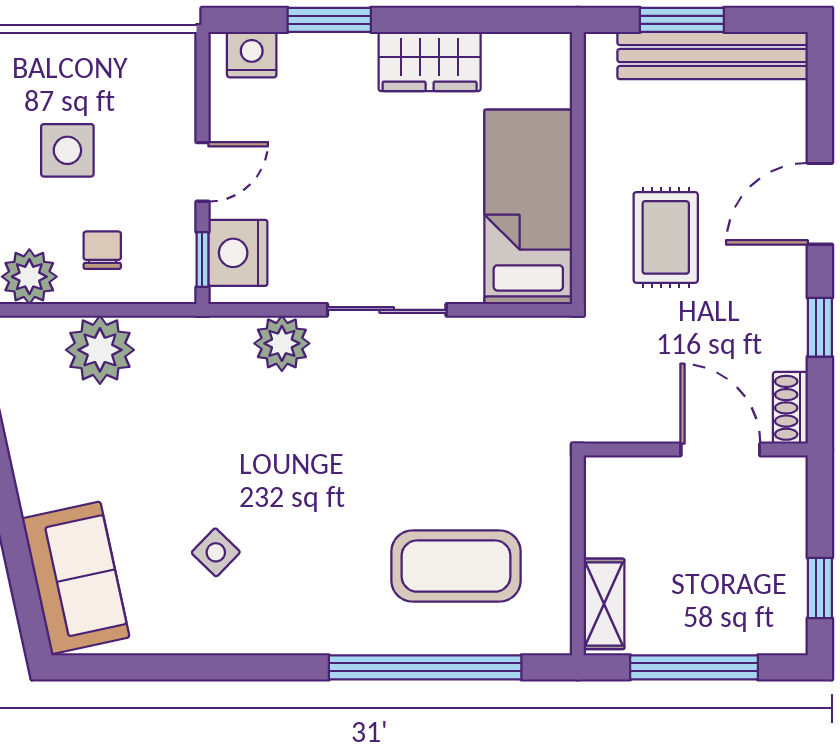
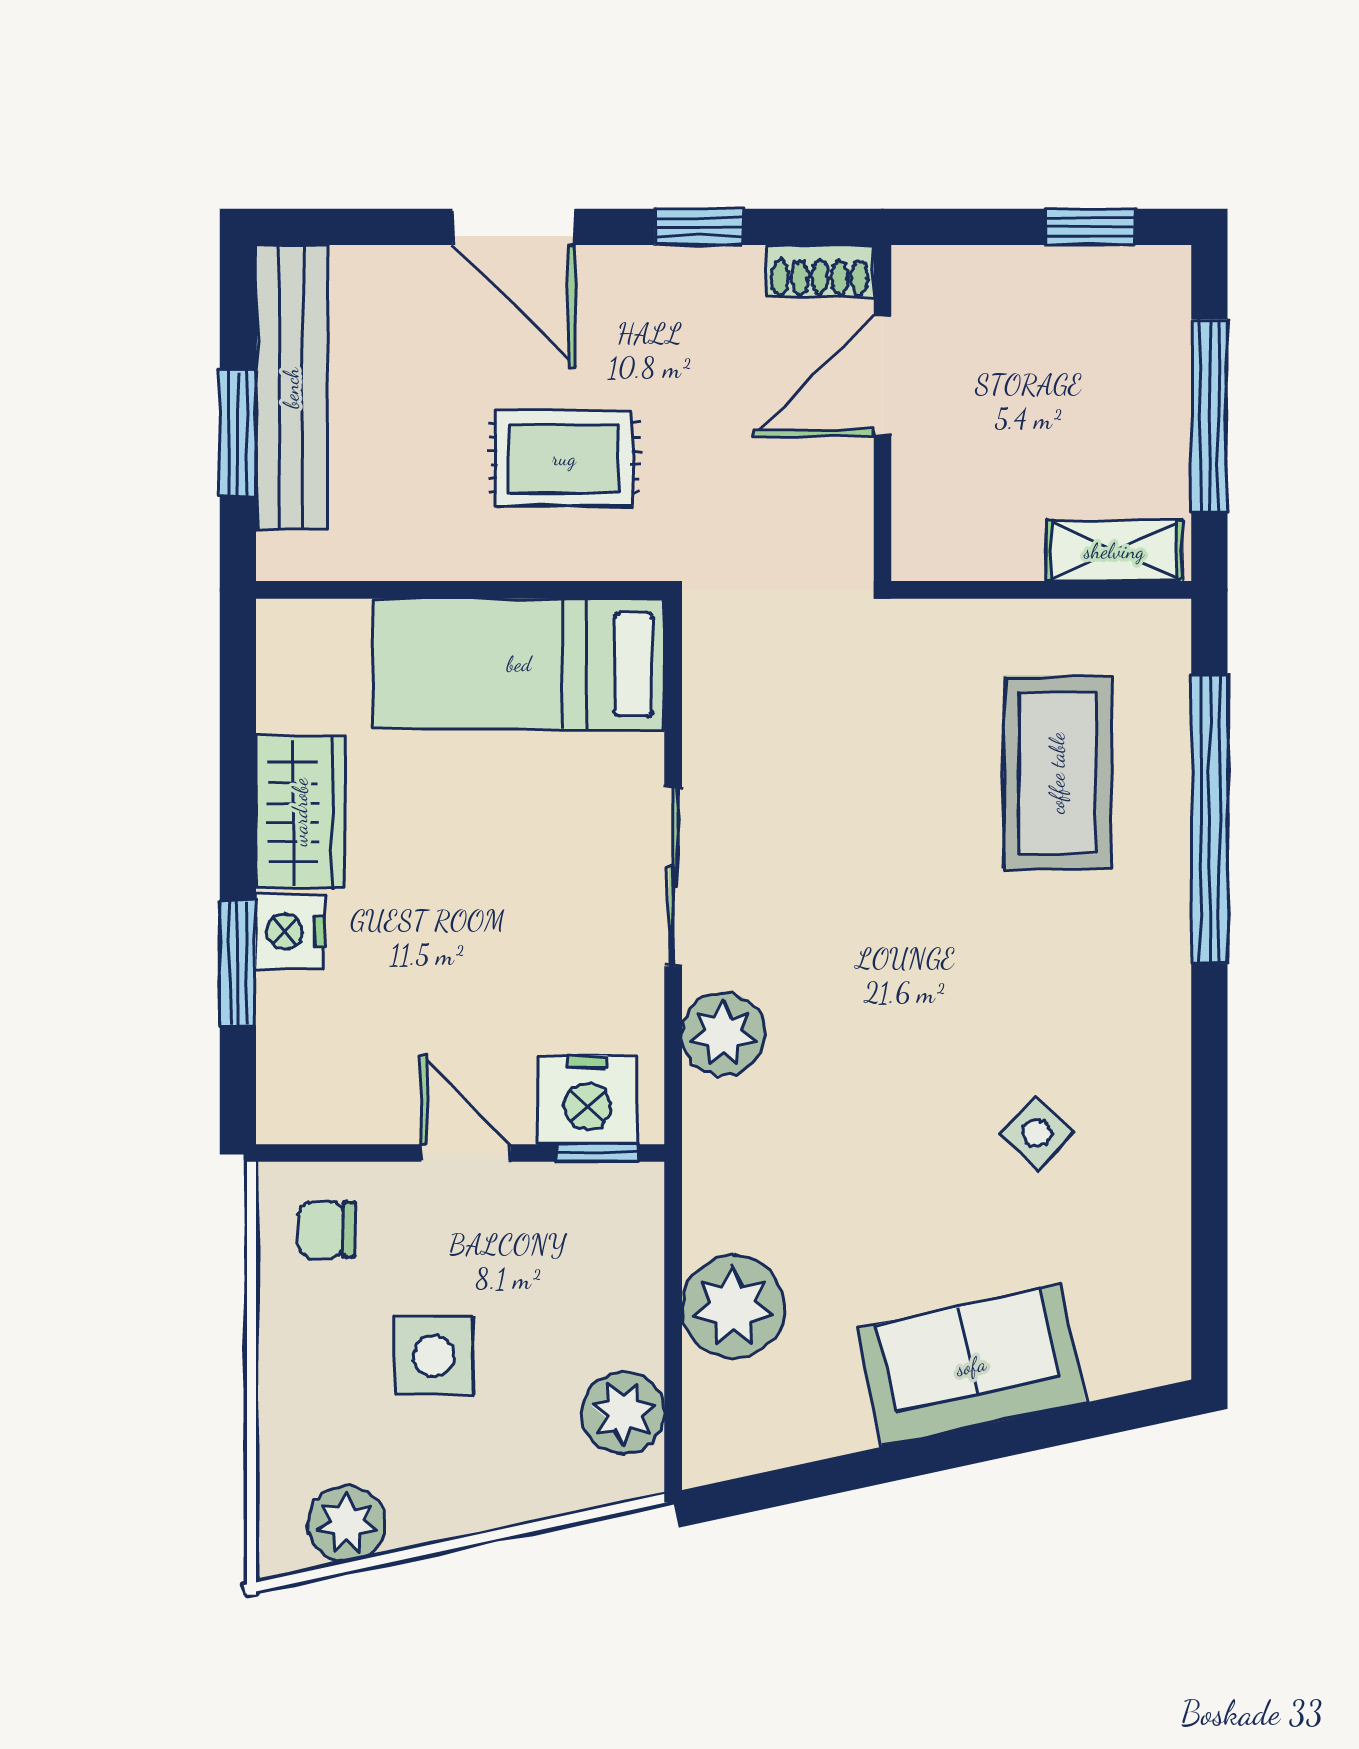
nightstand: (252, 55) -> (290, 932), moved
chair: (102, 250) -> (326, 1230), moved
sofa: (76, 578) -> (971, 1366), moved

